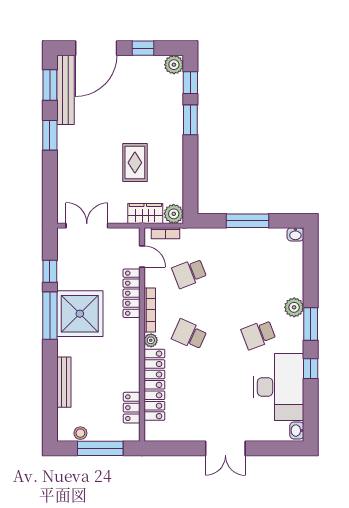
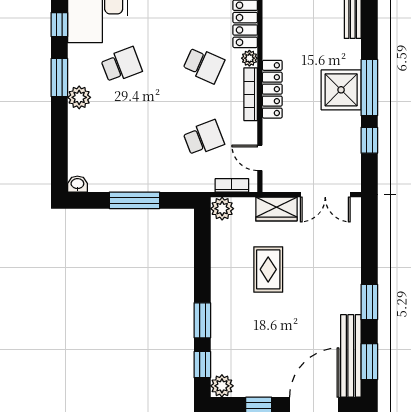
wardrobe: (145, 213) -> (276, 209), moved
locker: (132, 293) -> (272, 89), moved
shower: (80, 314) -> (341, 90), width x0.73, depth x0.73

